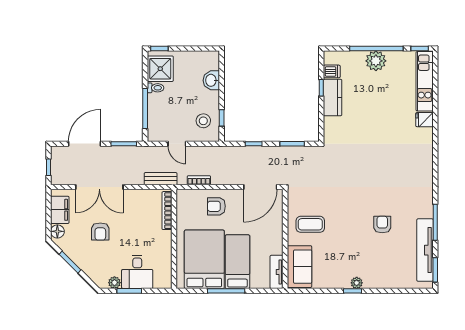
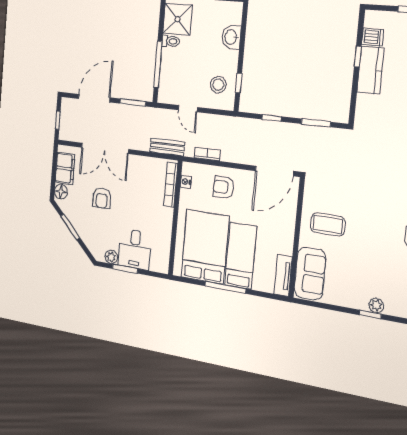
nightstand: (181, 206) -> (186, 182), added

